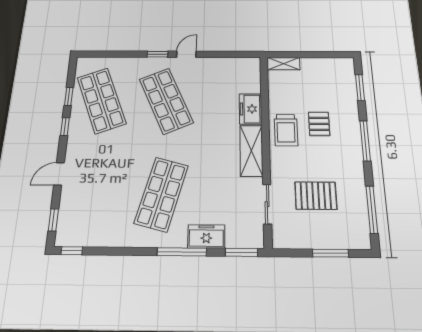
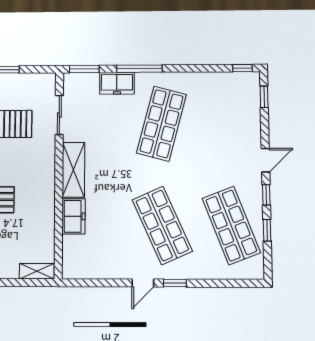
trolley: (286, 130) -> (38, 193), removed
door: (59, 174) -> (265, 160), moved

